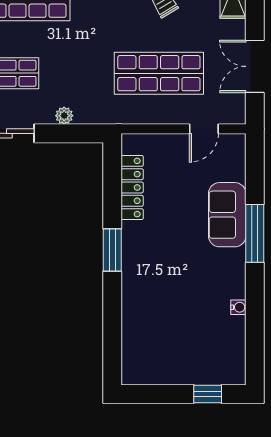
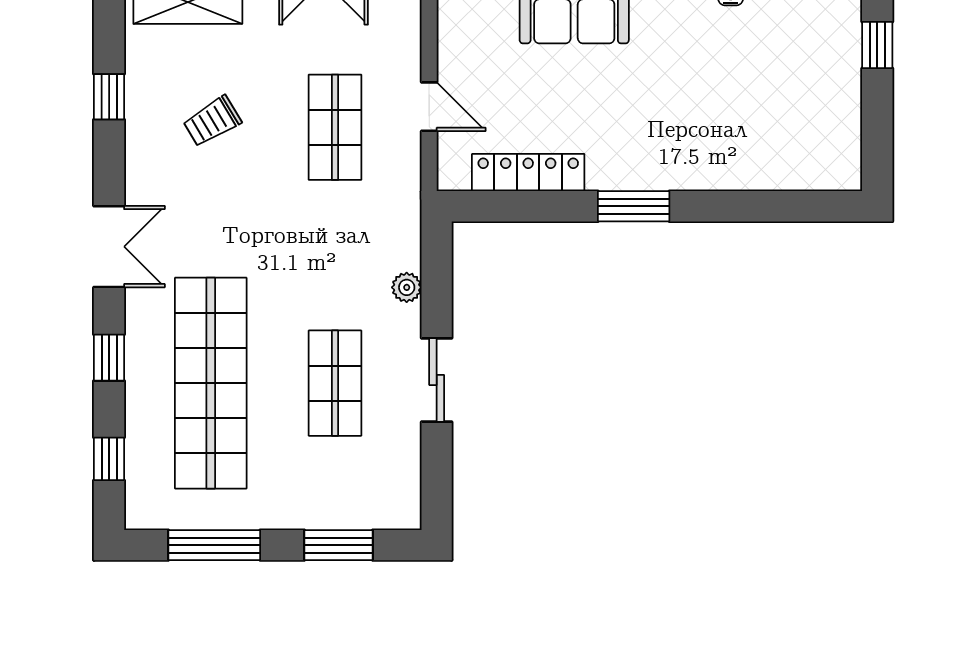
shop shelf: (159, 73) -> (335, 127), width x0.70, depth x0.74
door: (204, 129) -> (429, 107), moved

